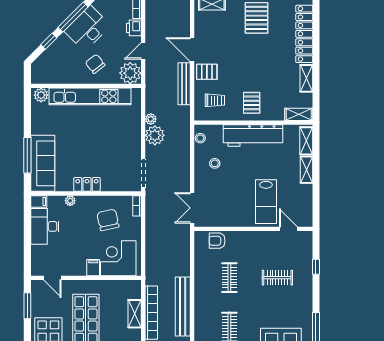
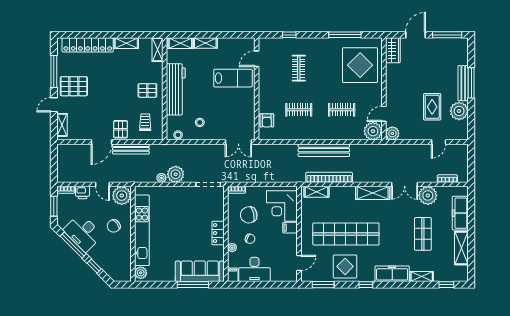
chair: (80, 221) -> (250, 239), added
shelving: (135, 314) -> (316, 192), moved

